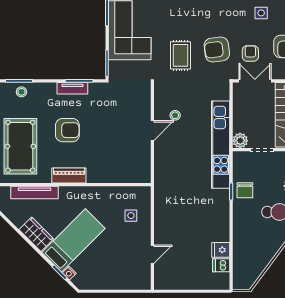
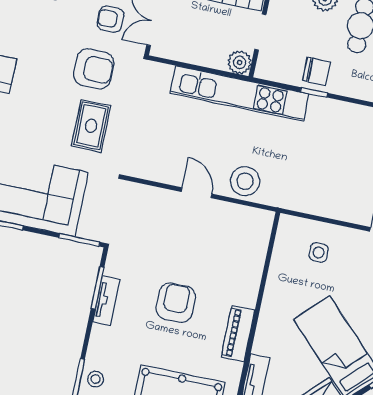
armchair: (217, 49) -> (94, 69), turned -83
rug: (181, 55) -> (91, 126), turned 90
stool: (175, 115) -> (245, 181), moved, width x1.89, depth x1.89
armchair: (67, 130) -> (176, 303), moved

